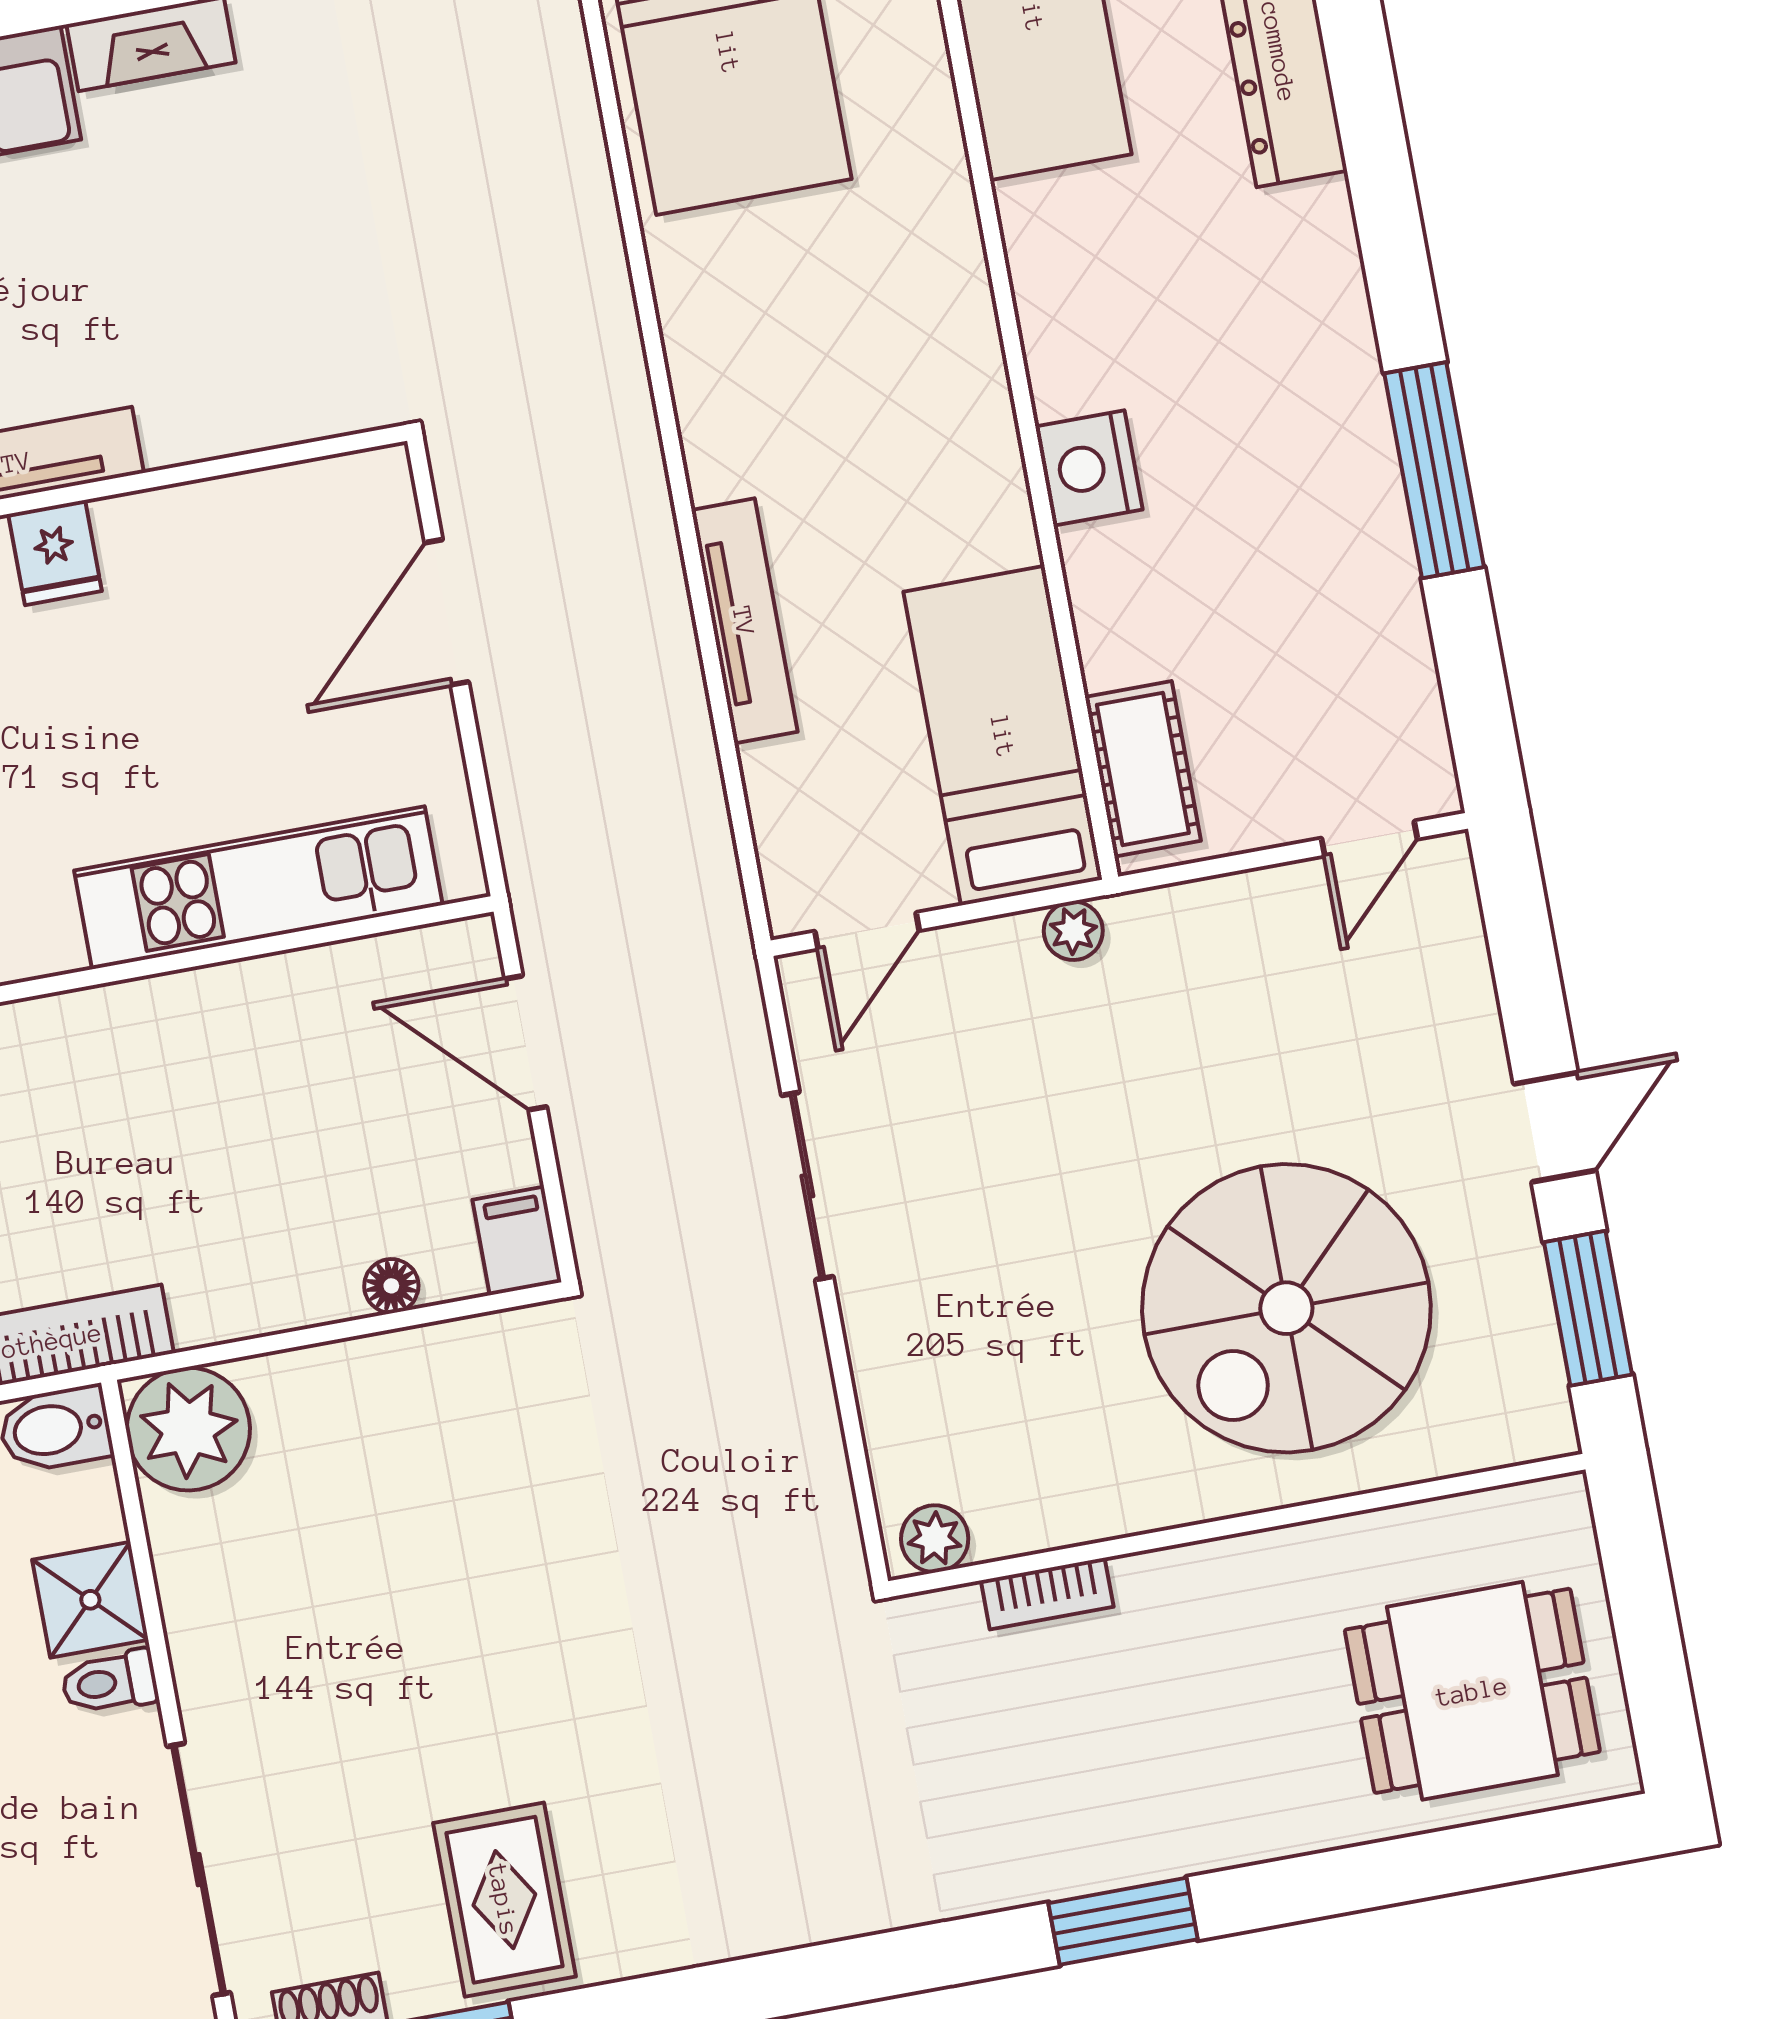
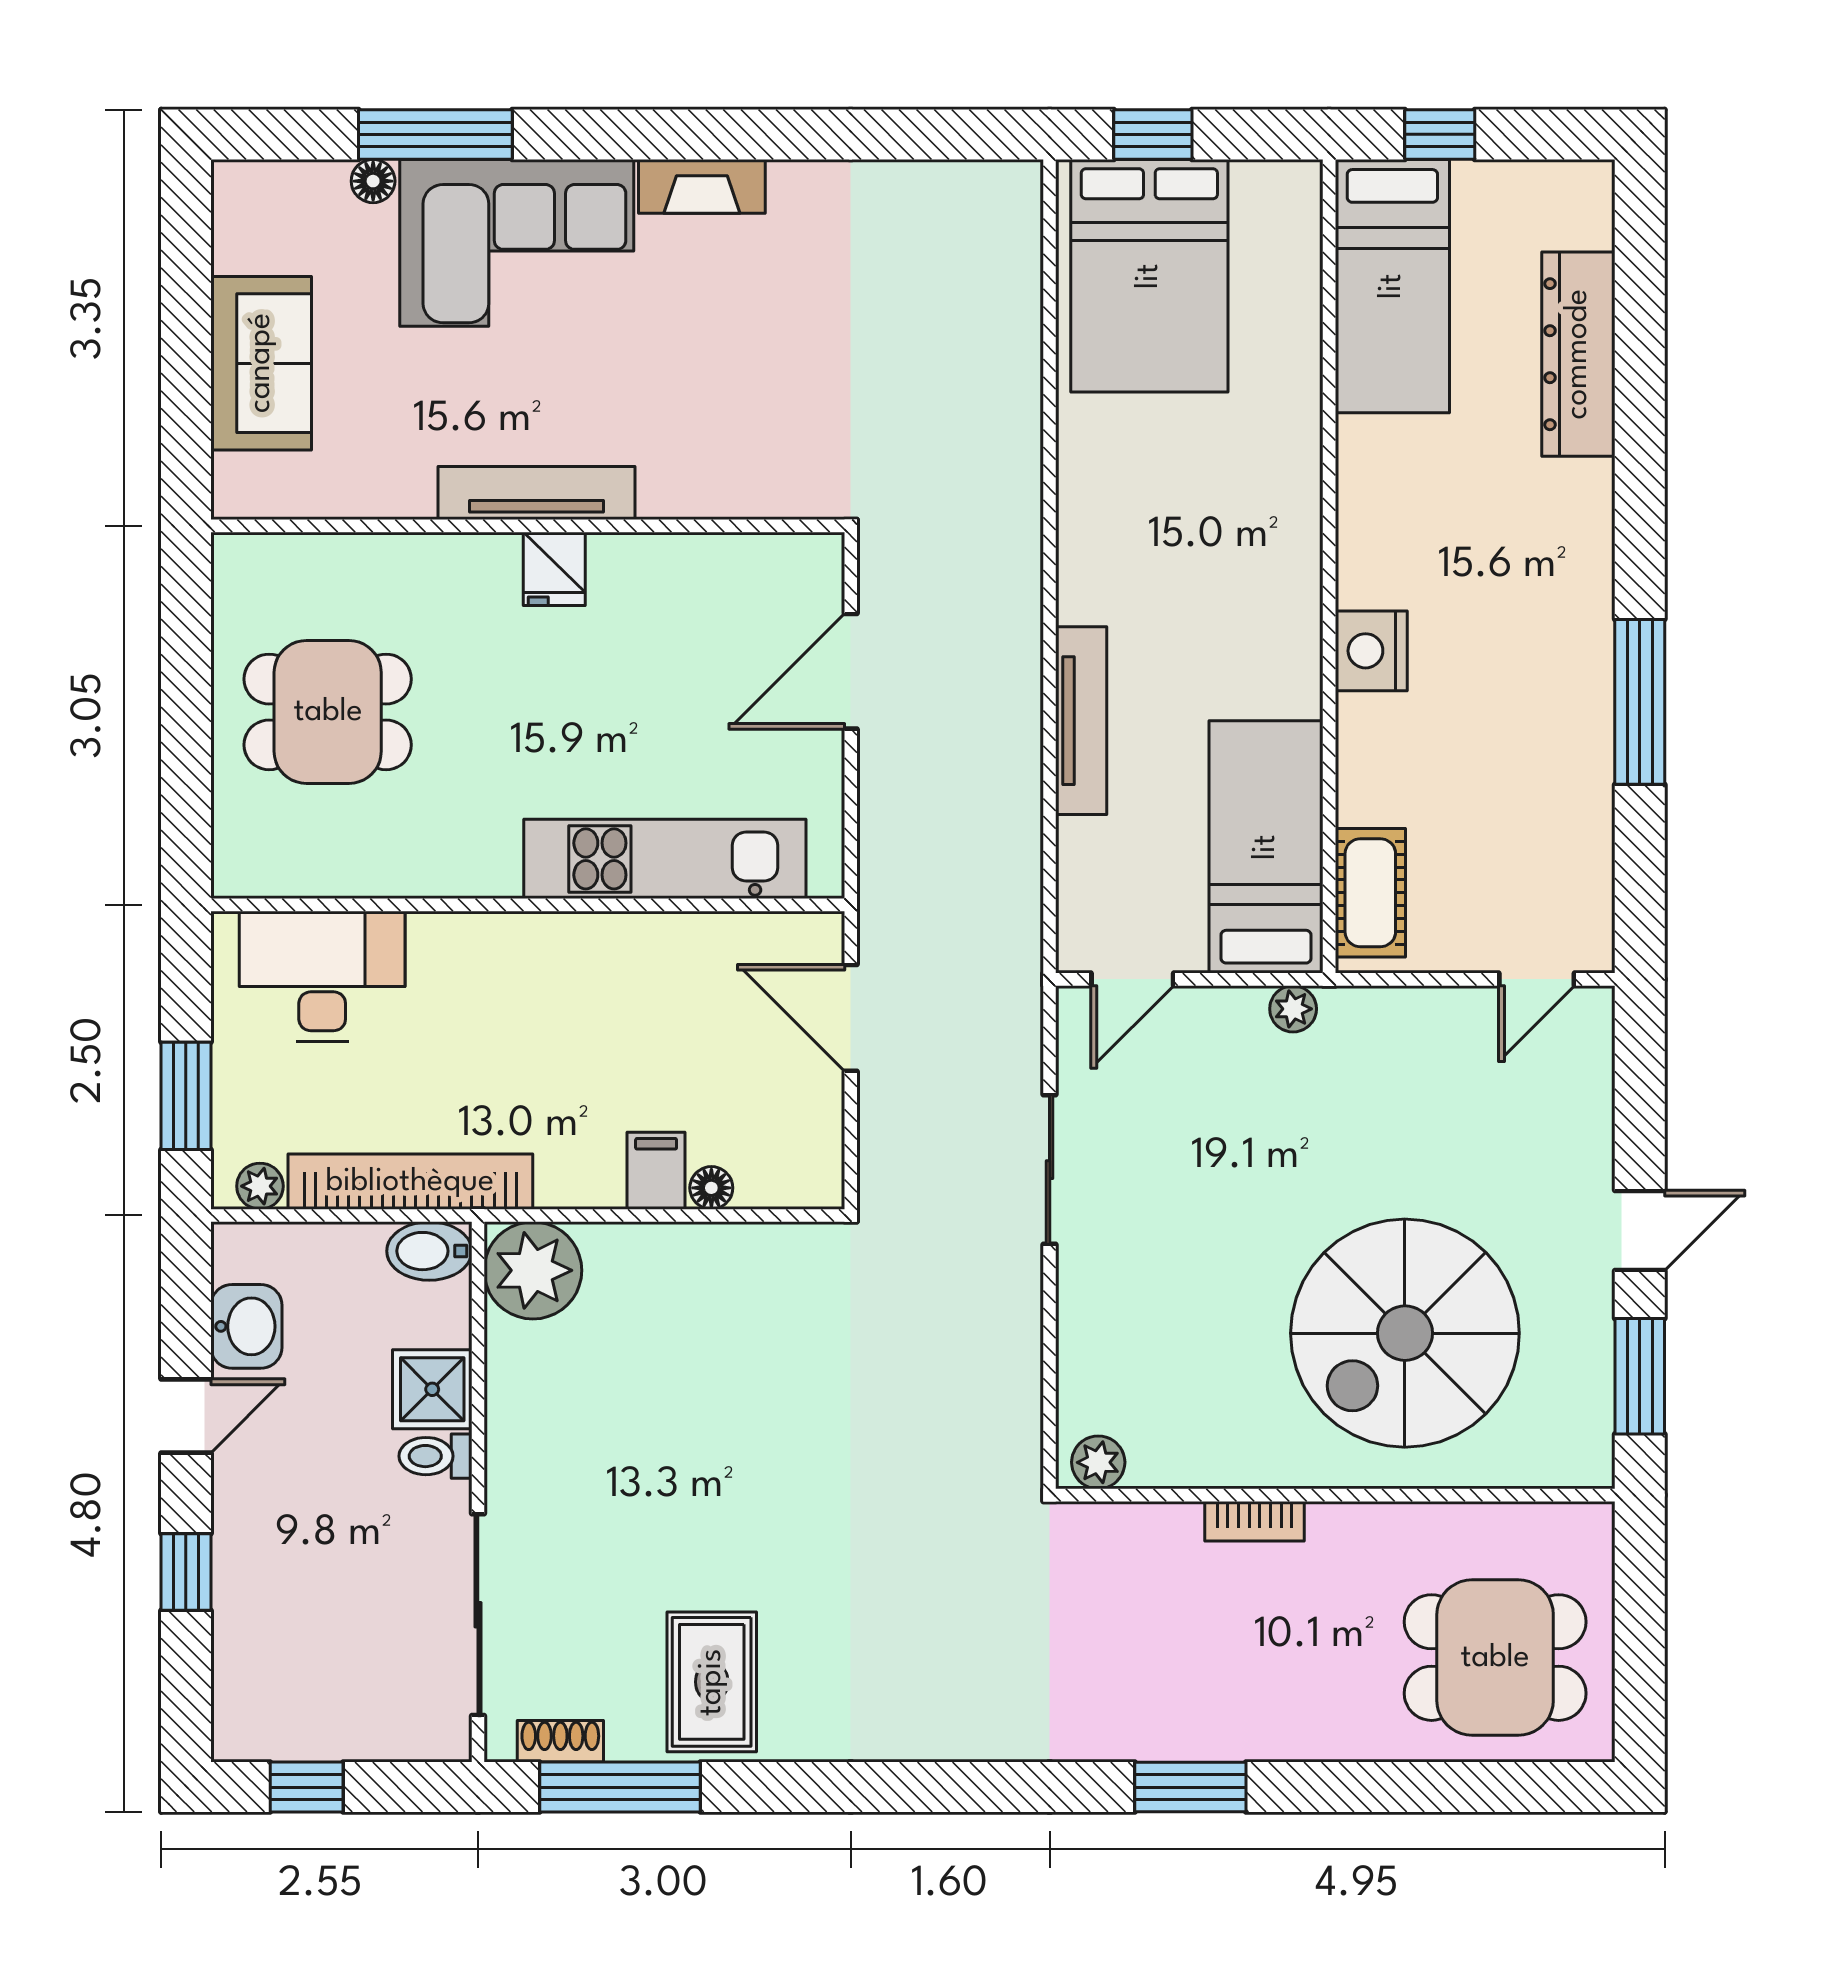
filing cabinet: (517, 1241) -> (656, 1171), moved
bookcase: (1047, 1594) -> (1255, 1521), moved

